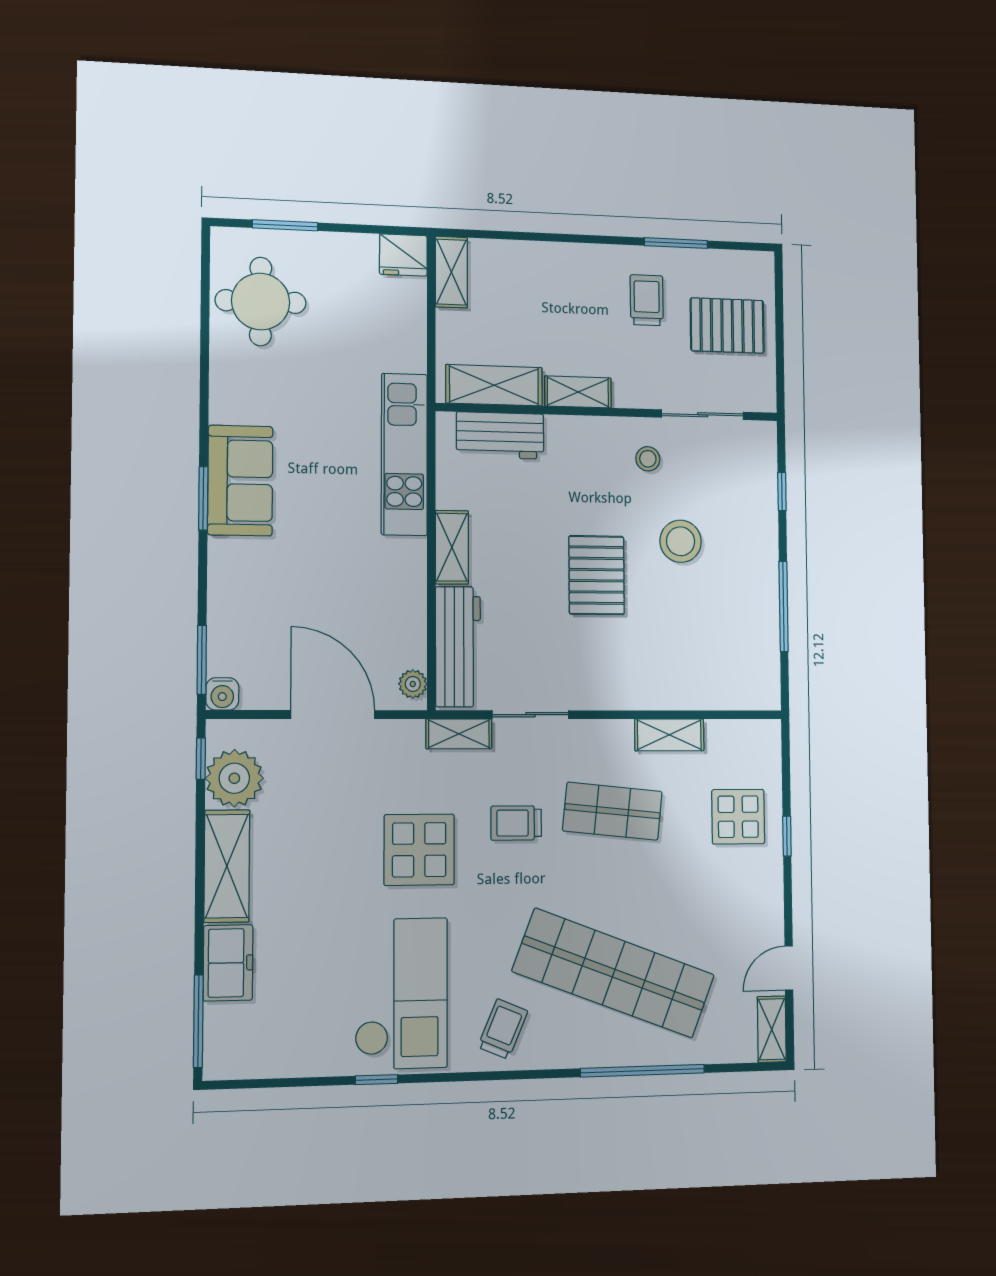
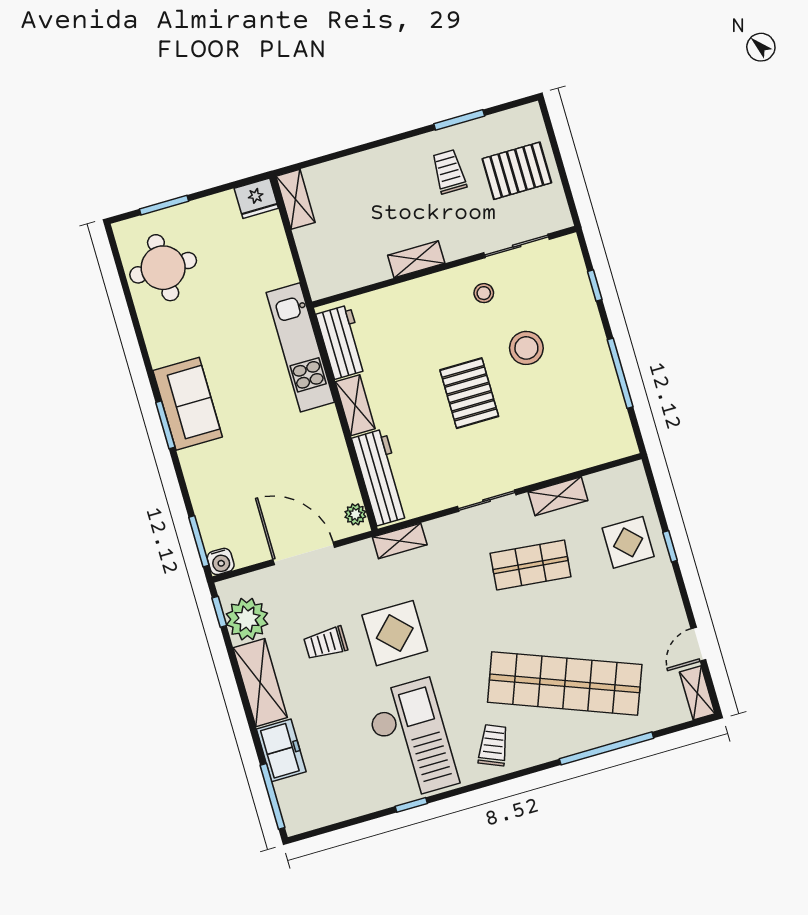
shelving: (494, 385) -> (352, 274), removed
workbench: (500, 435) -> (342, 342), moved, turned -90
sliding door: (530, 715) -> (487, 501), moved
trolley: (516, 823) -> (326, 643), moved

